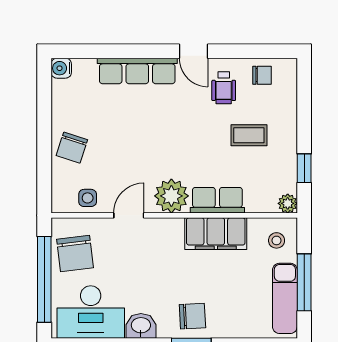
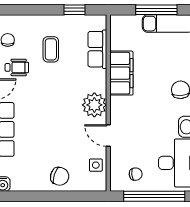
row of seats: (217, 200) -> (97, 49), moved
plant: (288, 203) -> (100, 22), removed
stool: (277, 240) -> (126, 30), removed
chair: (75, 253) -> (136, 174), width x0.54, depth x0.54

